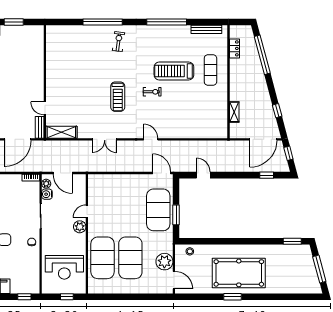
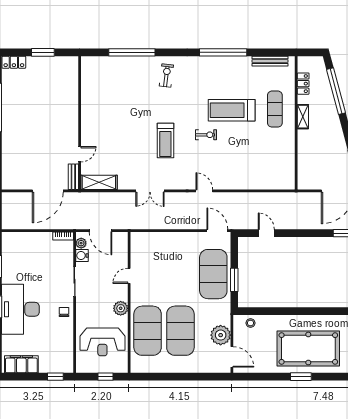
window: (103, 22) -> (132, 52), moved
door: (45, 108) -> (80, 154), swing flipped
shelving: (234, 112) -> (303, 117), moved
plant: (80, 227) -> (121, 308), moved

